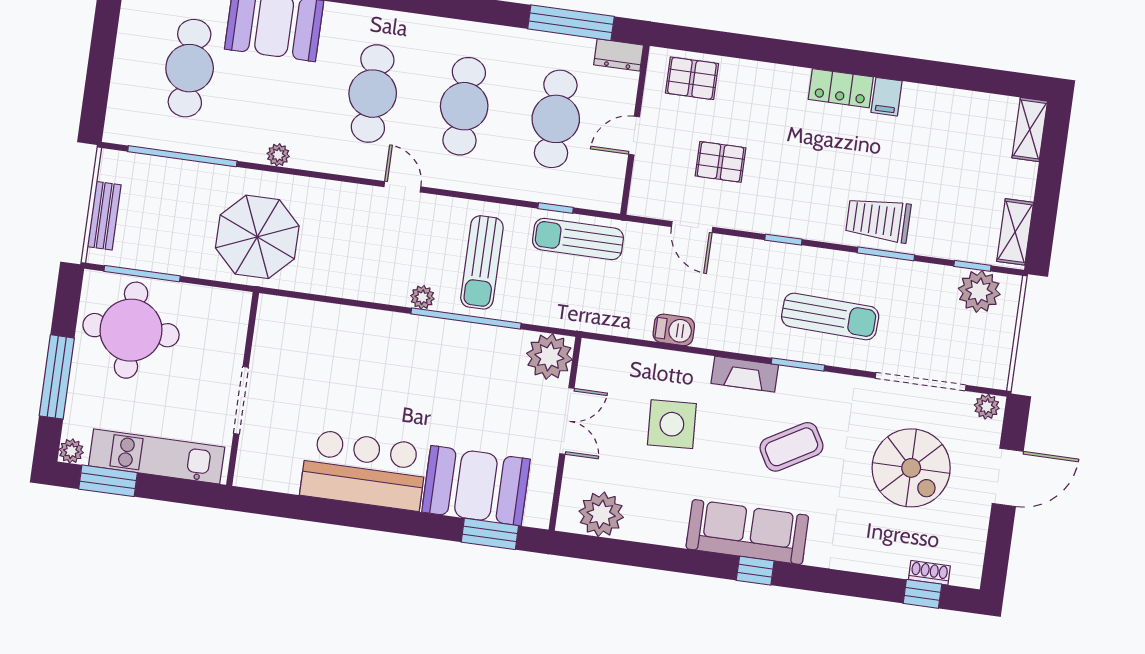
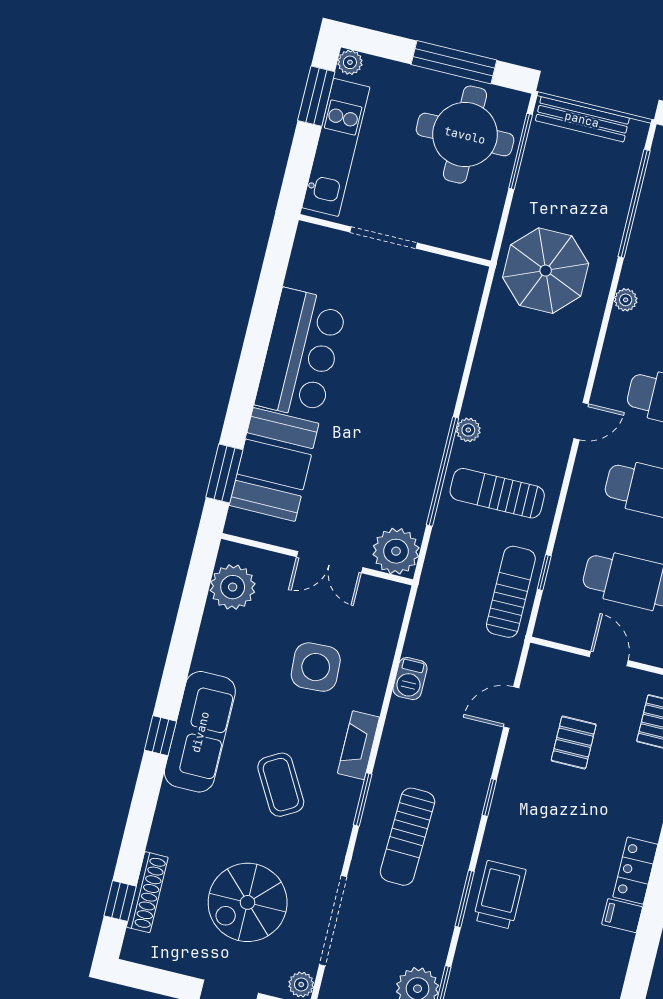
bench: (104, 216) -> (582, 119), width x1.36
window: (57, 377) -> (454, 62), moved
shoe rack: (929, 573) -> (147, 892), width x1.94, depth x1.24

